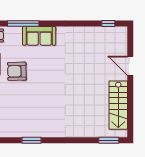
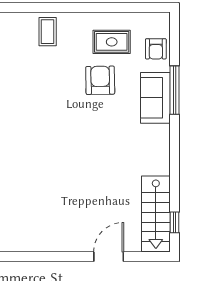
sofa: (39, 36) -> (155, 98), moved
stairs: (118, 105) -> (156, 214), moved, turned -90

